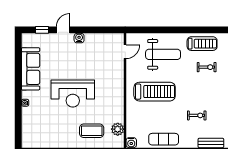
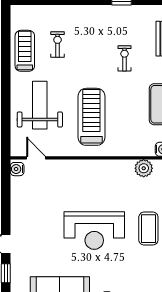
water cooler: (79, 38) -> (17, 169), moved
reception desk: (73, 94) -> (94, 231), turned 90
coffee table: (92, 131) -> (148, 229), moved

